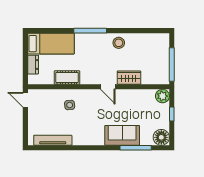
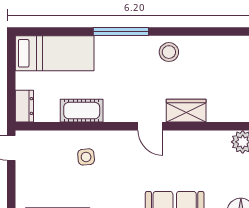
dresser: (33, 65) -> (24, 106), moved

